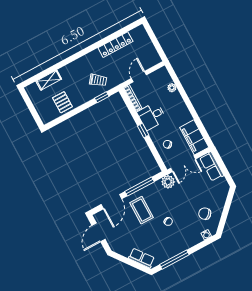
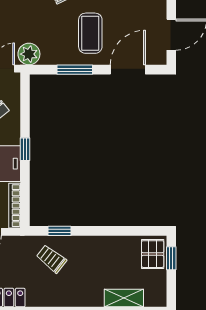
pallet: (62, 102) -> (153, 254), moved
window: (35, 115) -> (171, 258), added
window: (140, 187) -> (75, 70), width x0.69

